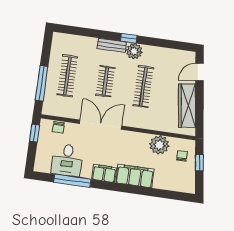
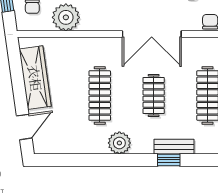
window: (129, 38) -> (169, 160), moved
bench: (112, 45) -> (174, 147), moved

